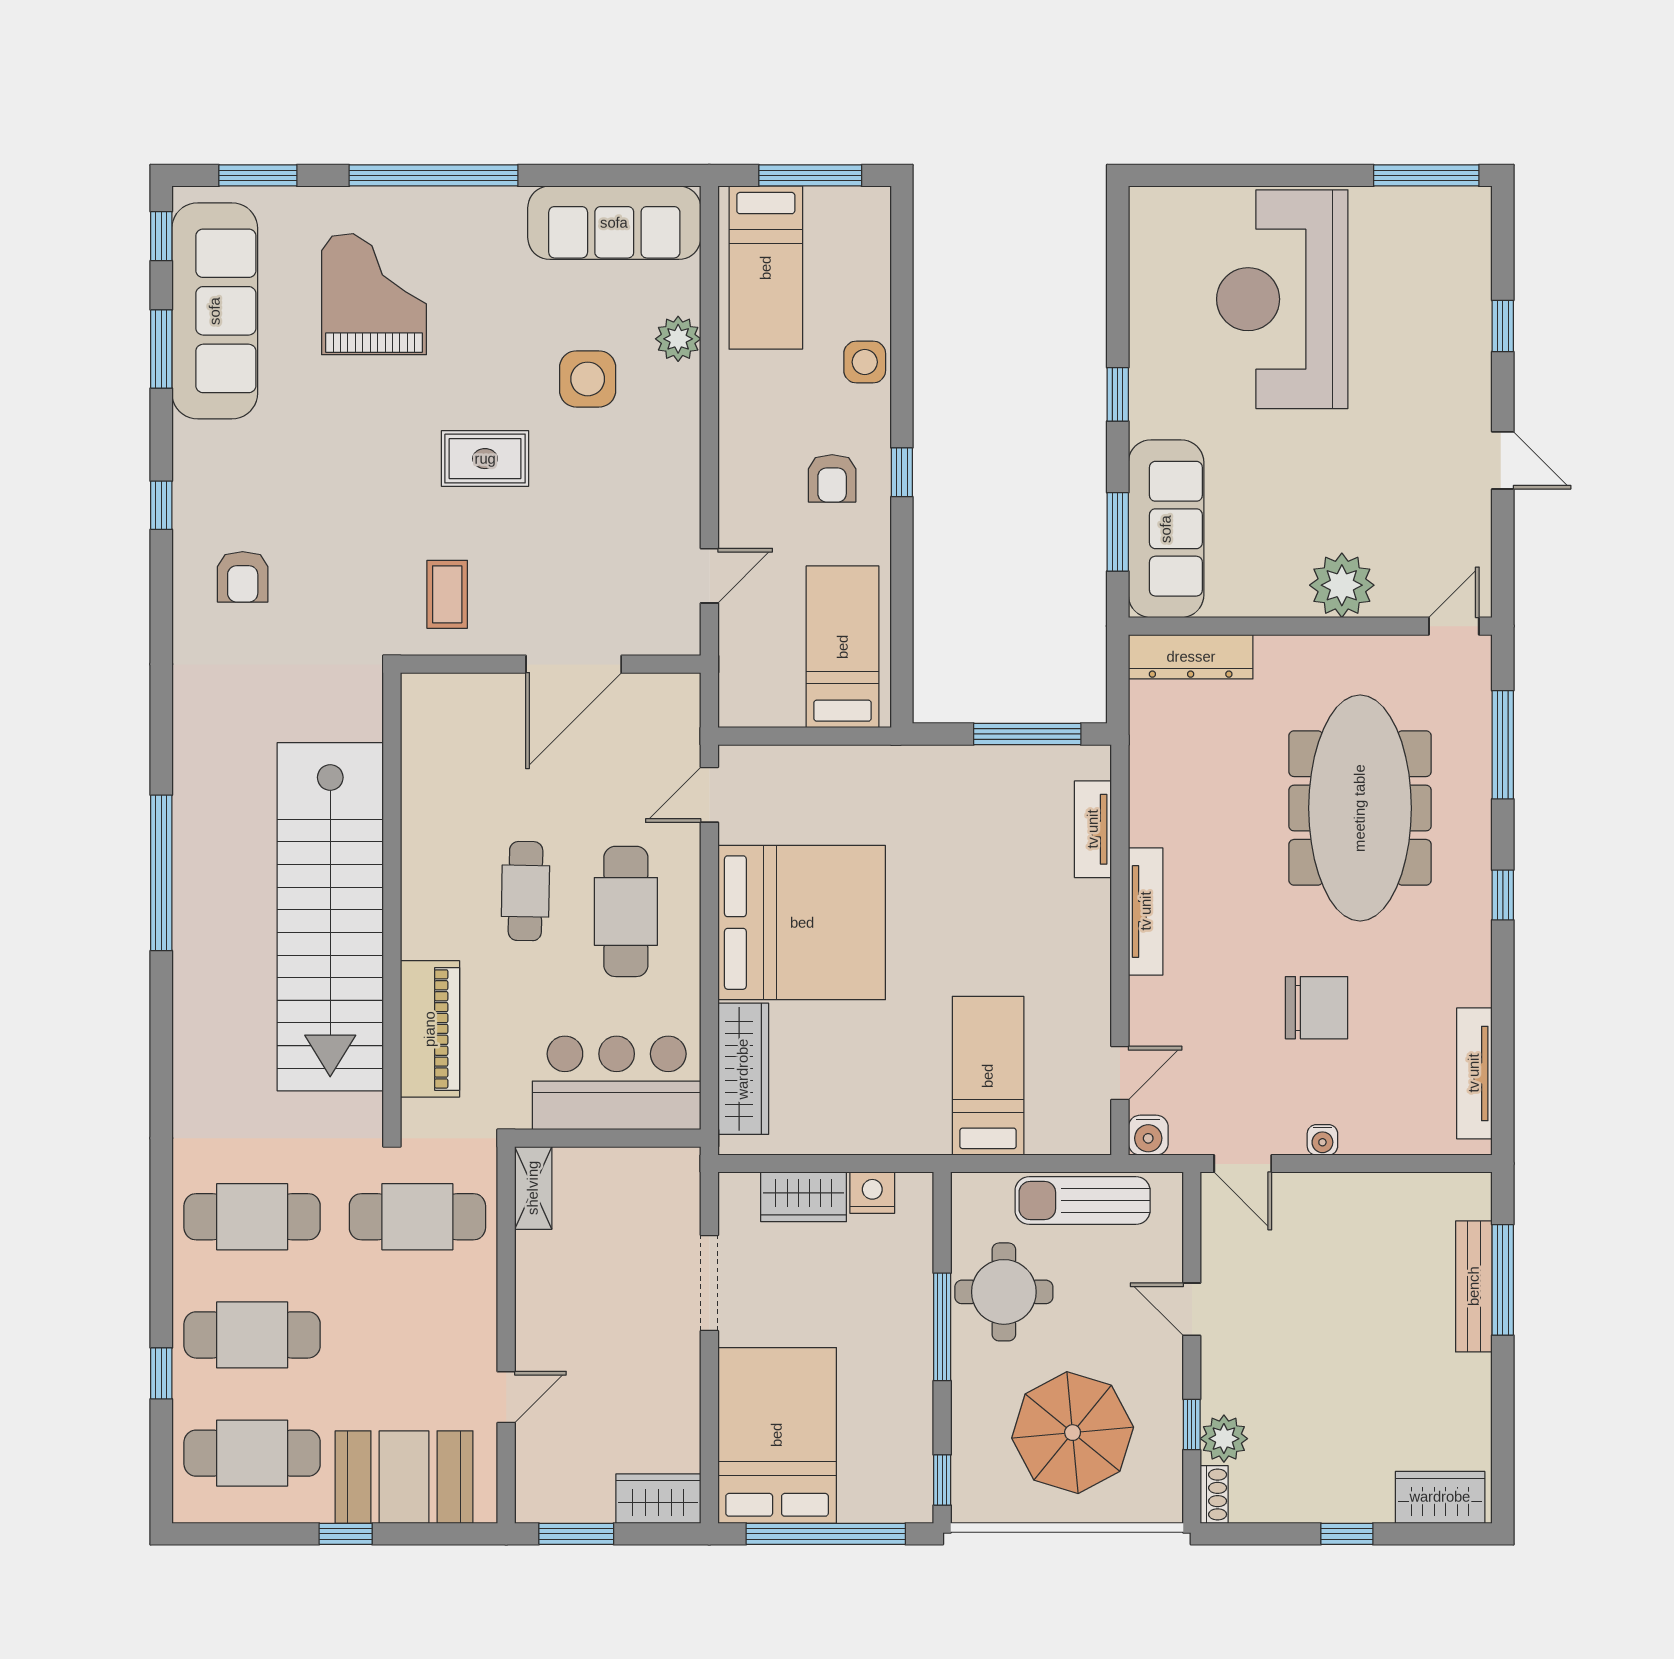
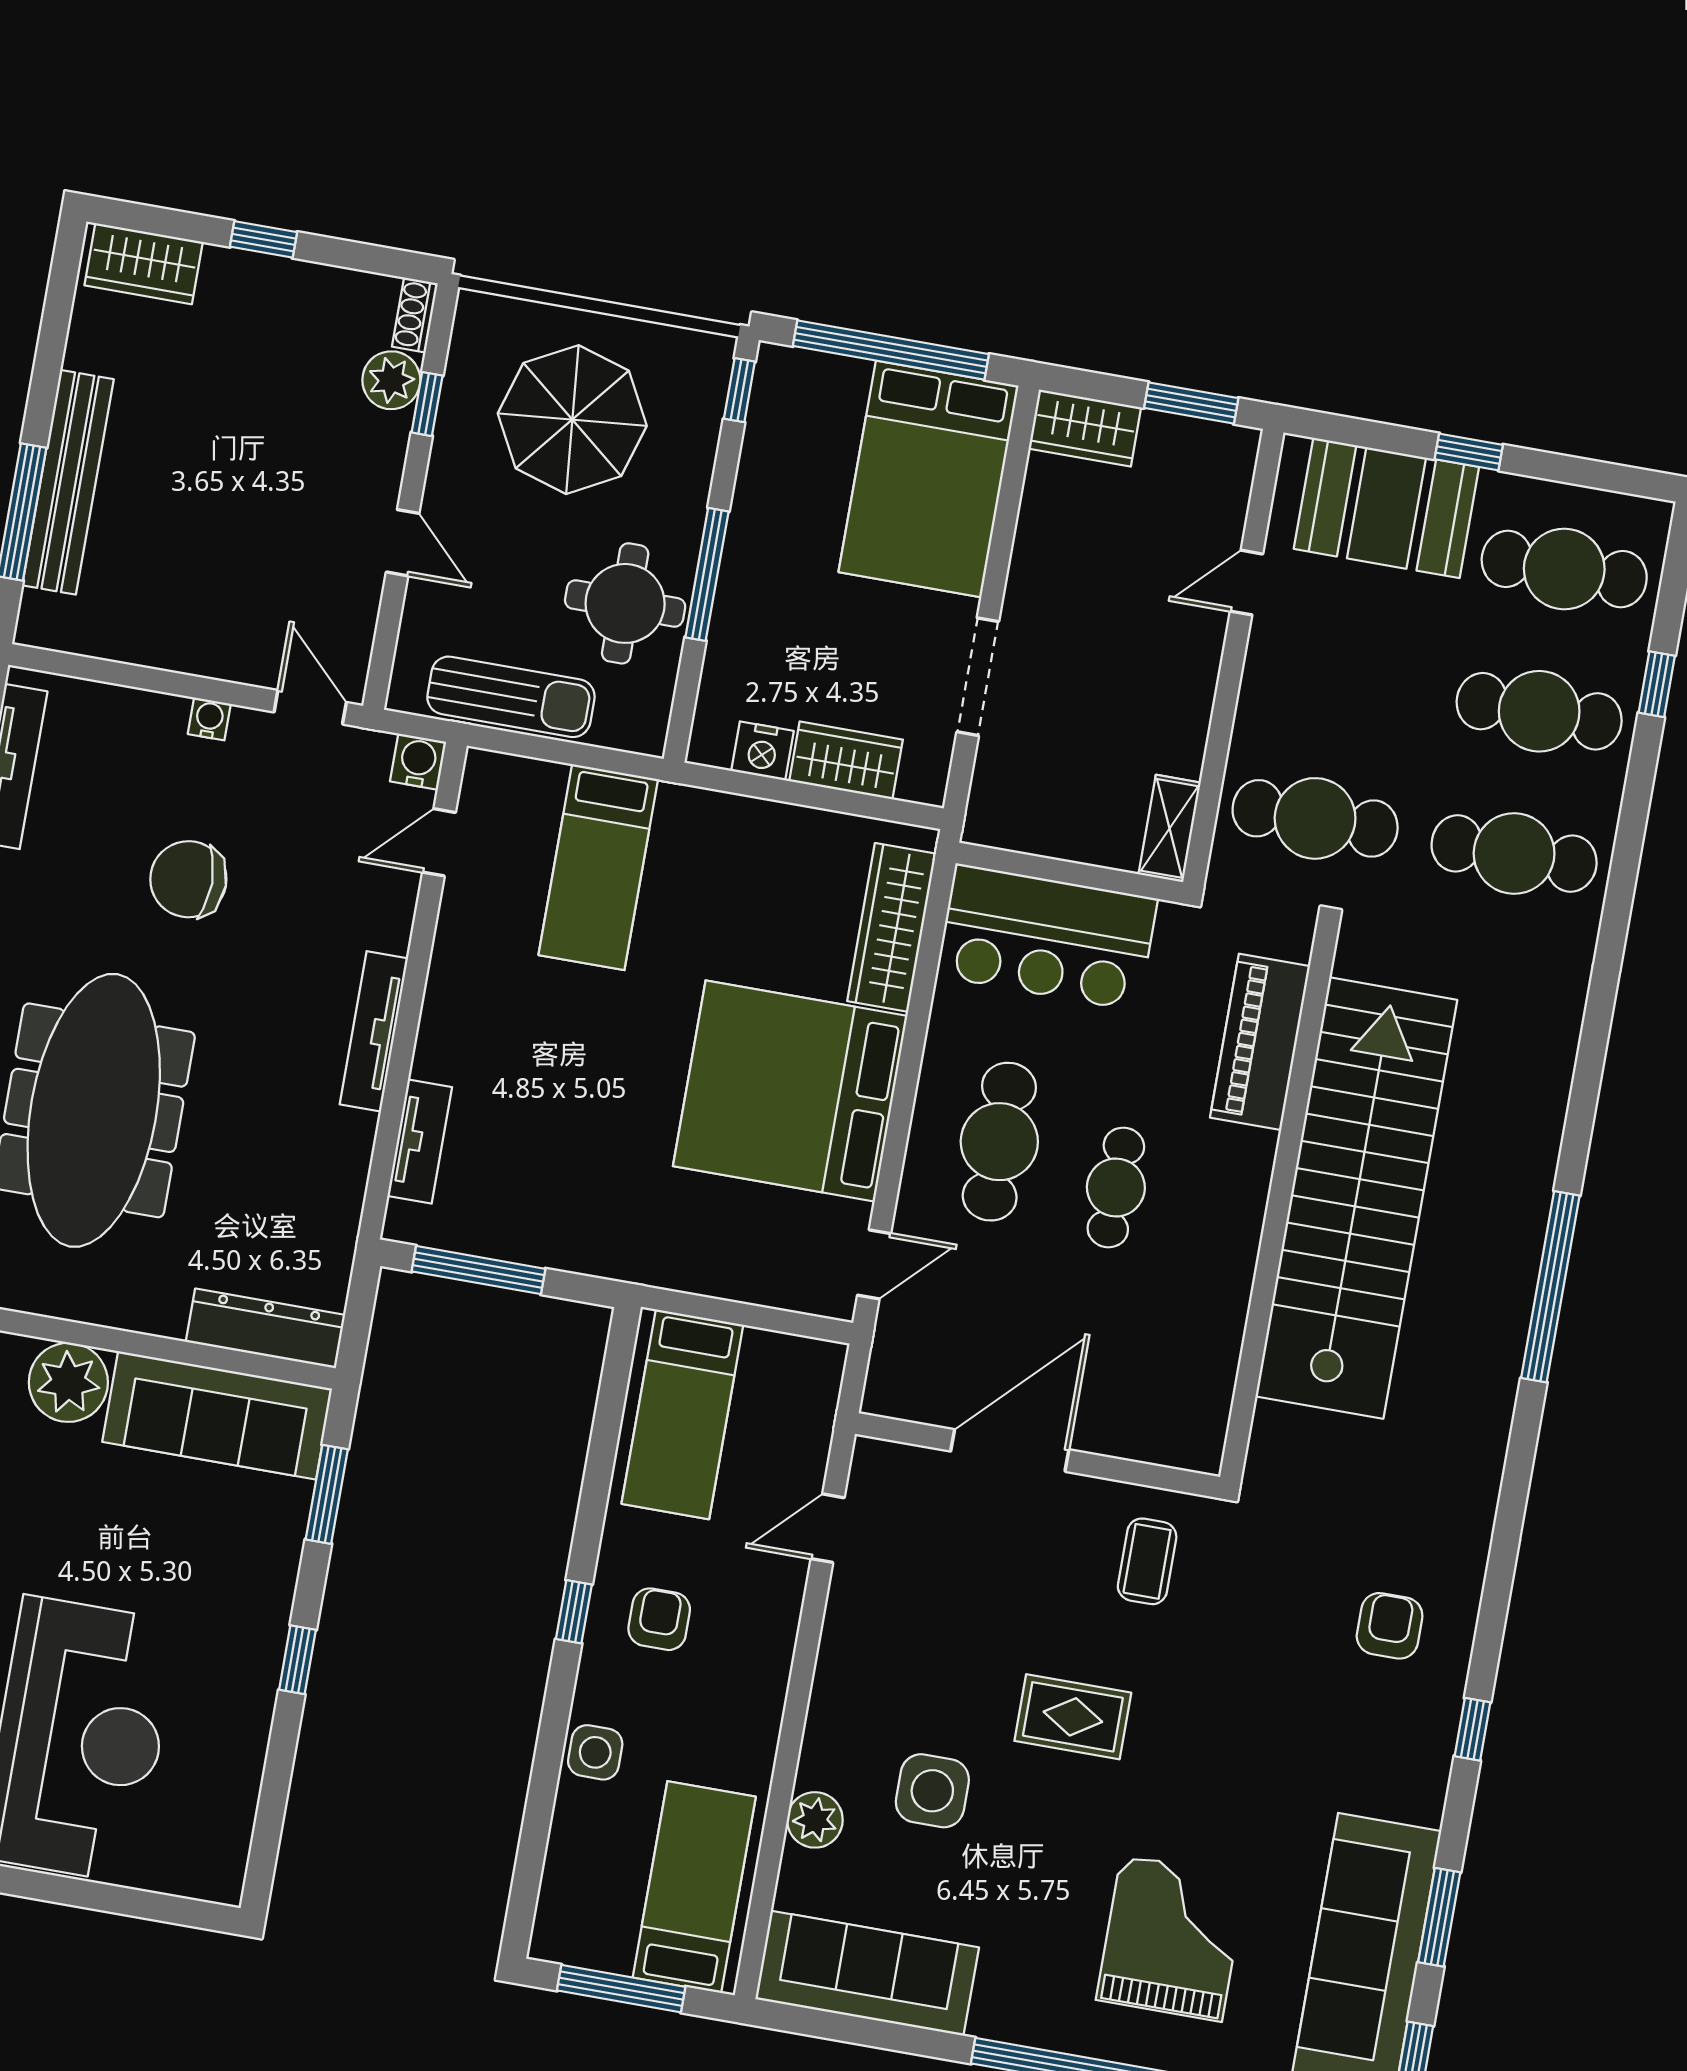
grand piano: (374, 294) -> (1172, 1938), turned 180
sofa: (1166, 529) -> (217, 1415), moved, turned -90
bench: (1474, 1286) -> (68, 482), width x1.37, depth x1.21

